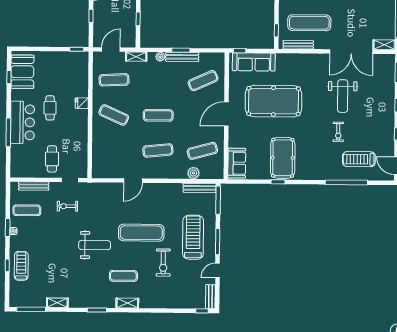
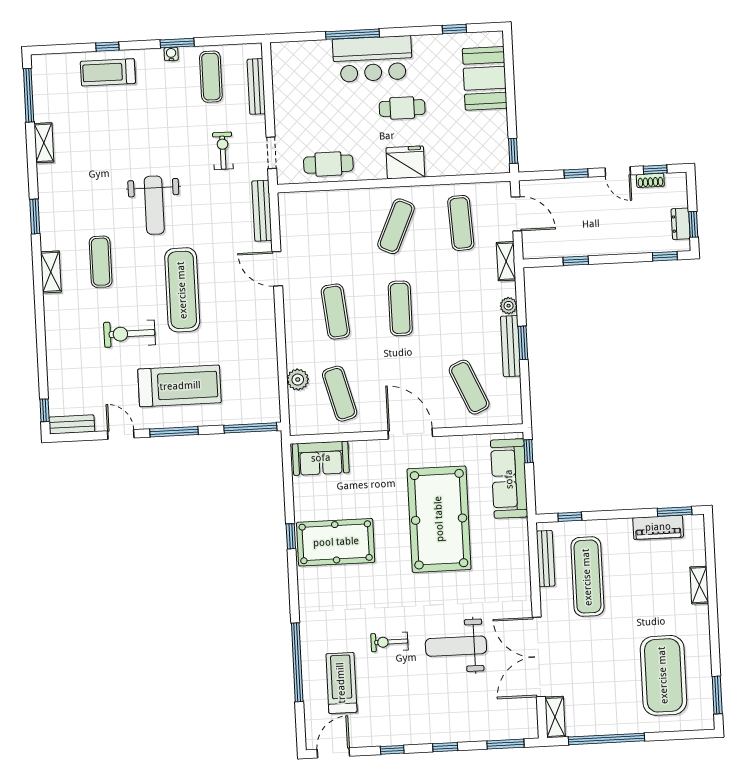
booth: (22, 72) -> (485, 78), moved, turned 90
fridge: (82, 103) -> (405, 162), width x1.88, depth x1.34
cafe table: (52, 159) -> (328, 164), moved
bench: (200, 188) -> (262, 211), moved
treadmill: (21, 266) -> (108, 72), turned 180

